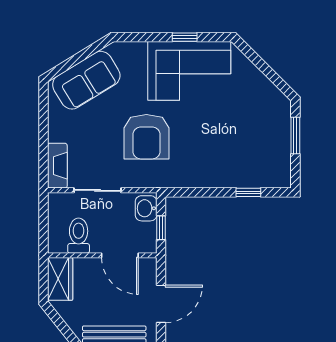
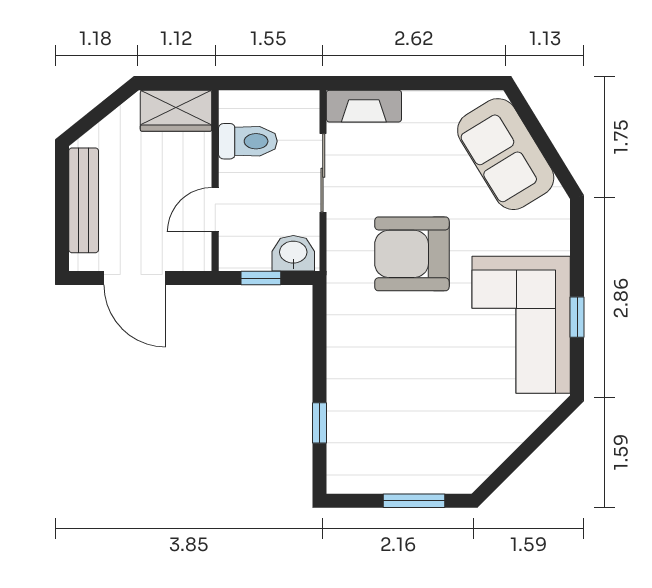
door: (120, 255) -> (215, 210), width x0.73

